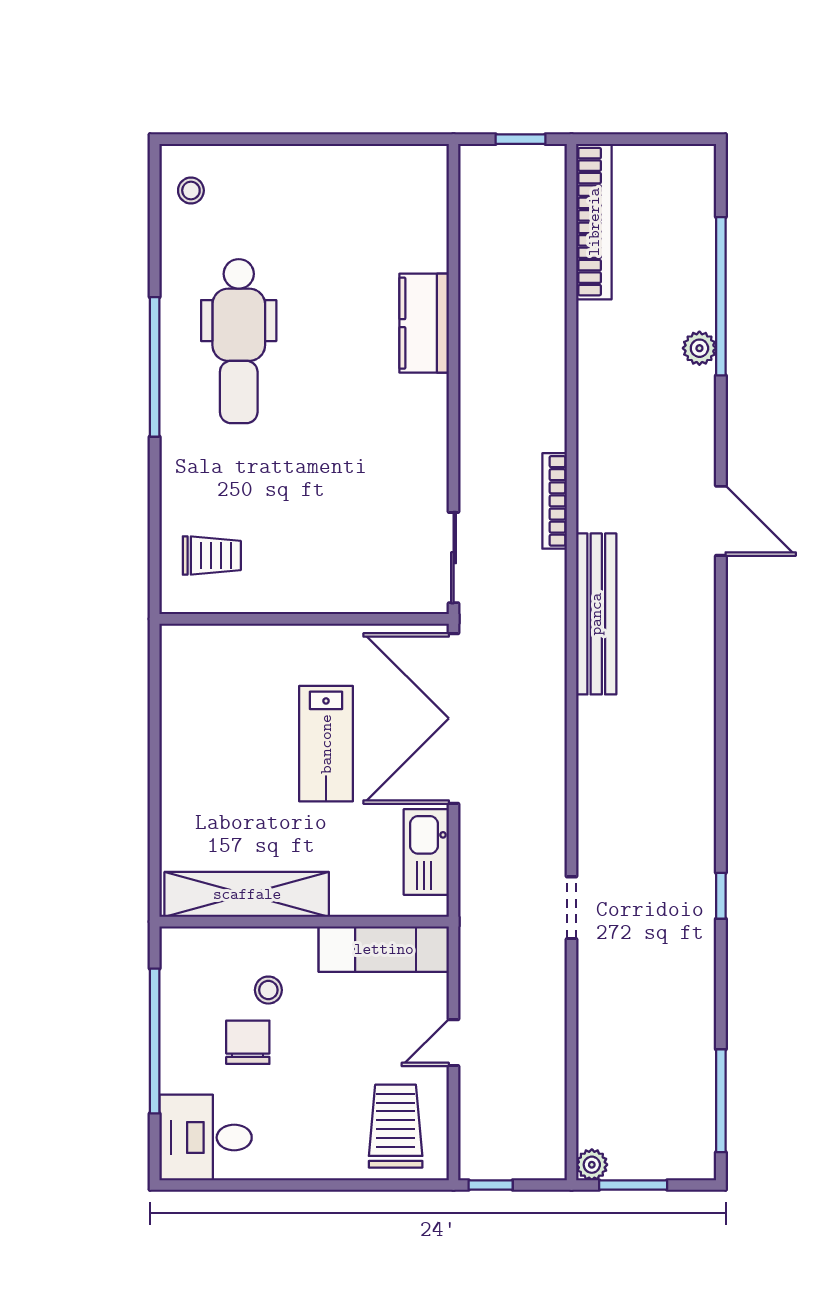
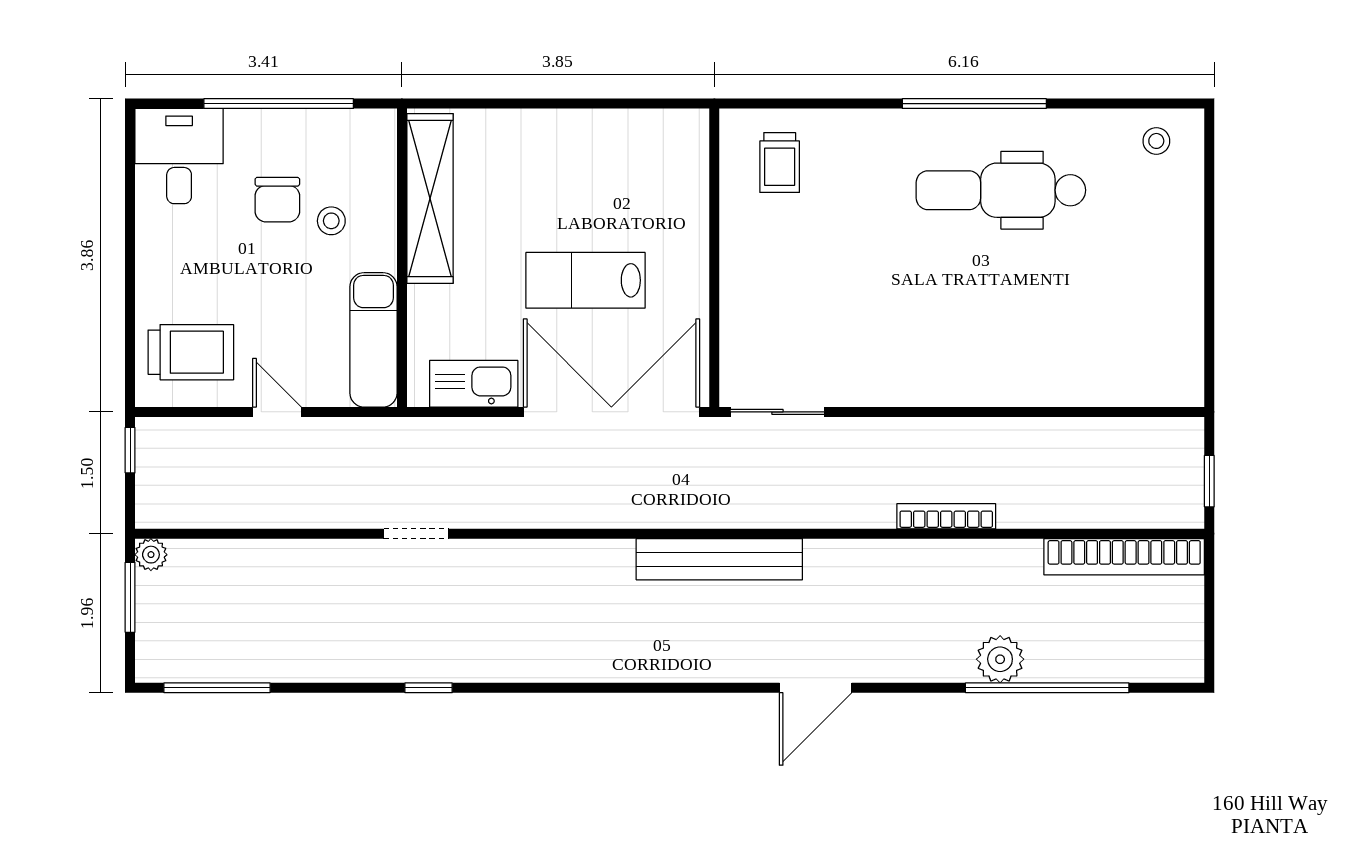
kitchen counter: (424, 323) -> (1019, 382), removed
plant: (699, 348) -> (1000, 659), width x1.38, depth x1.38
bookcase: (555, 501) -> (946, 516), moved
chair: (248, 1042) -> (277, 200), turned 90

